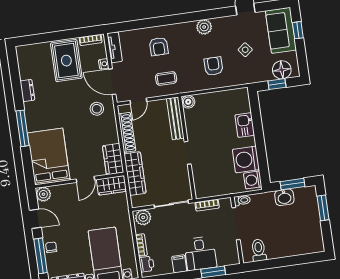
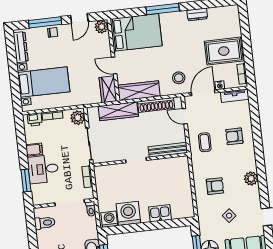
boiler: (188, 102) -> (183, 162), removed
wardrobe: (113, 159) -> (139, 91), width x1.50

